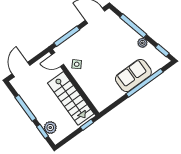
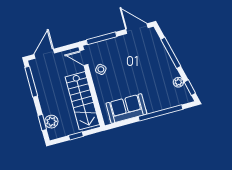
plant: (142, 43) -> (178, 82), moved
sofa: (133, 75) -> (126, 109), moved
window: (26, 108) -> (31, 82), moved
window: (87, 125) -> (76, 136), moved

